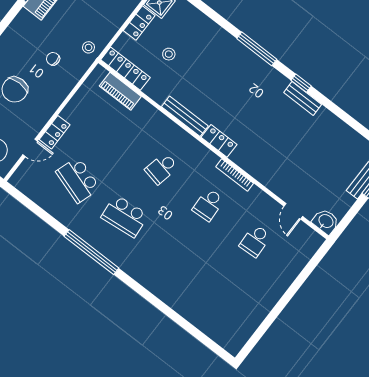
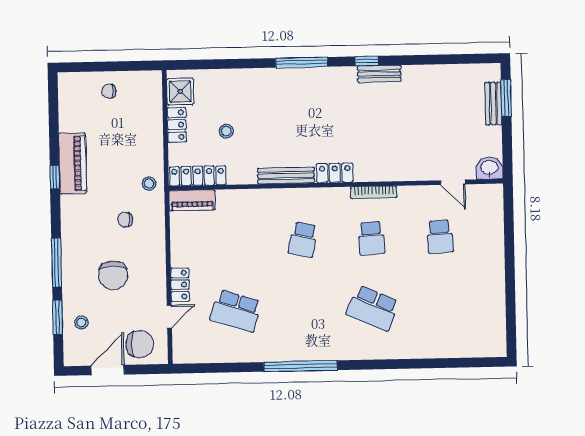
piano: (120, 91) -> (192, 200), moved
school desk: (125, 216) -> (373, 308), moved, turned 30

